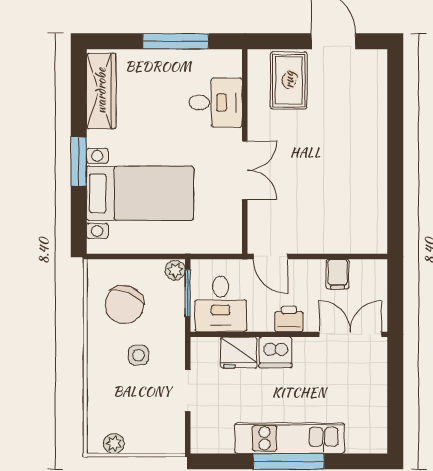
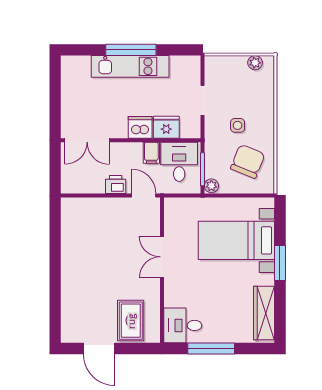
desk: (216, 103) -> (183, 325), moved
filing cabinet: (338, 274) -> (151, 153), moved, turned 180
printer: (289, 319) -> (116, 185), moved, turned 180

